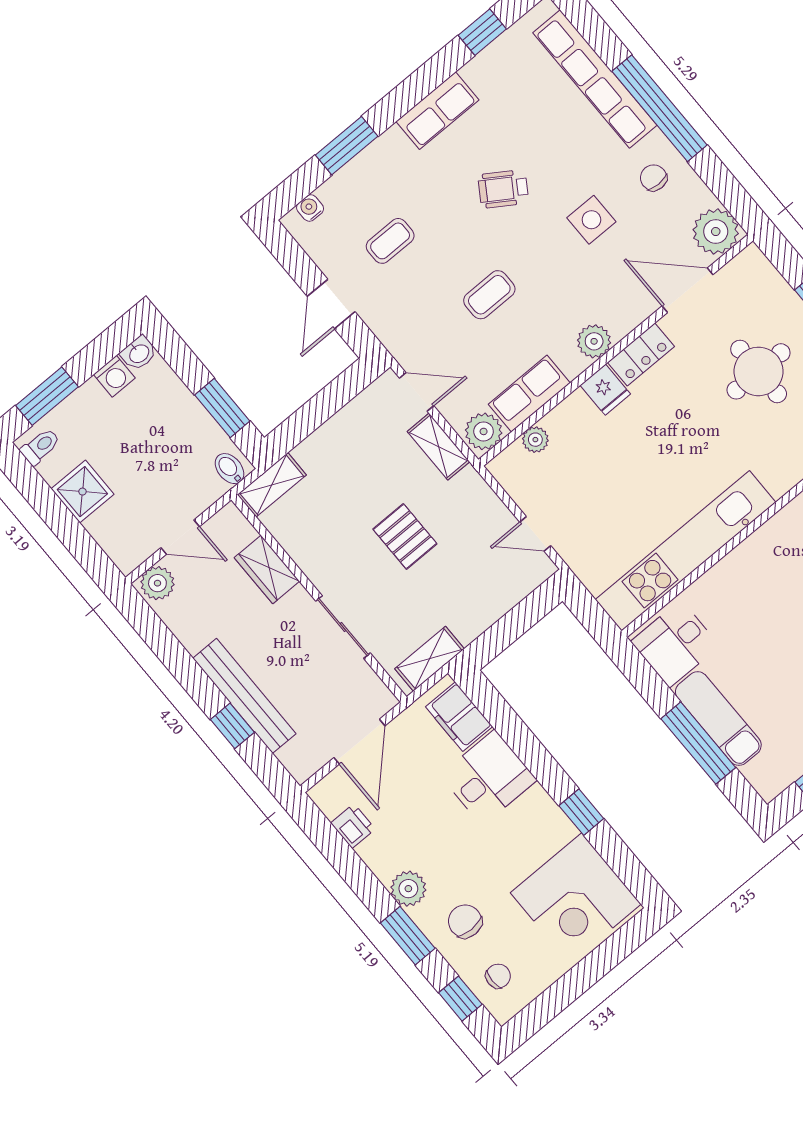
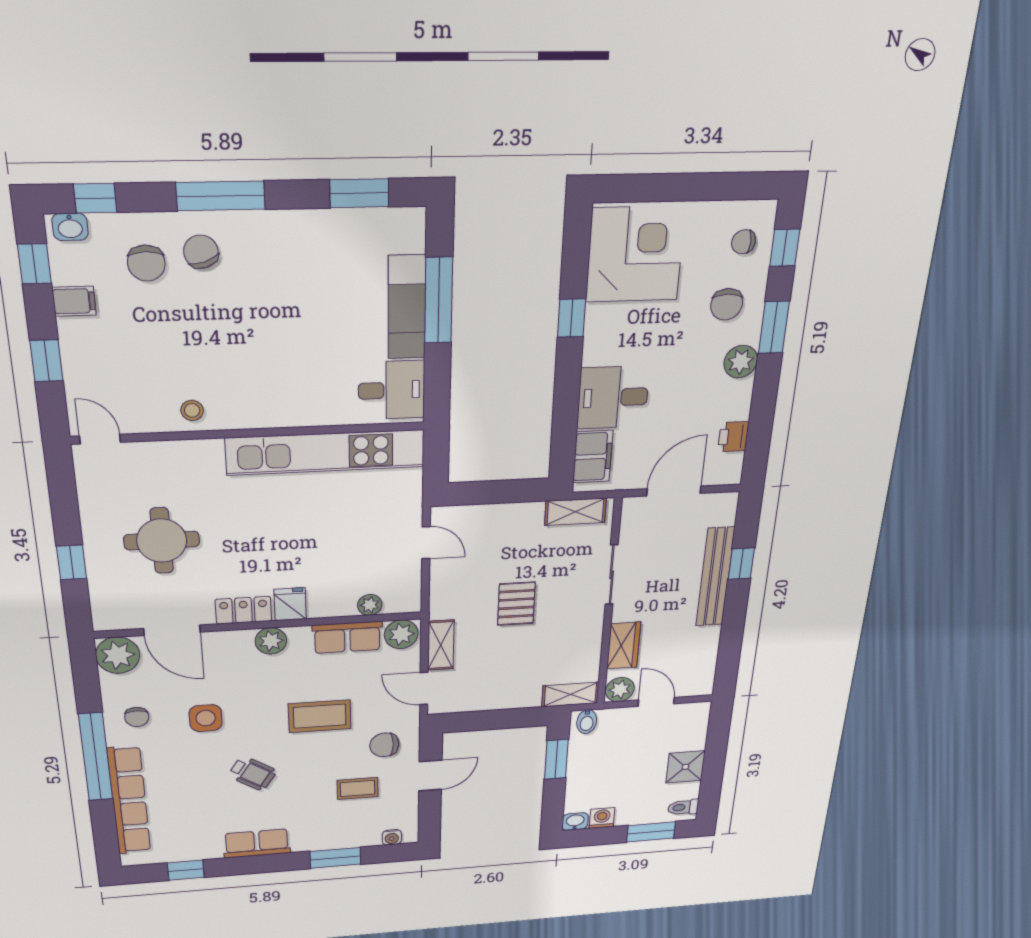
coffee table: (489, 295) -> (320, 716), width x1.36, depth x1.30
chair: (404, 307) -> (384, 745), added
plant: (157, 583) -> (620, 690), moved

